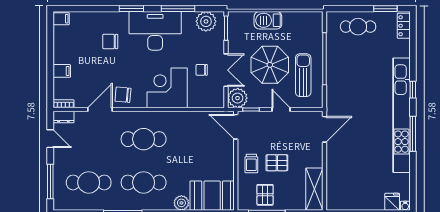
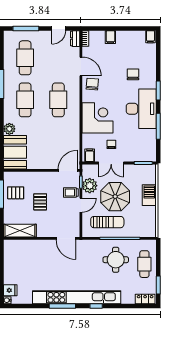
plant: (206, 21) -> (148, 148), removed
round table: (352, 64) -> (116, 260), added
filing cabinet: (216, 98) -> (90, 155), added
plant: (238, 98) -> (90, 186), moved
trolley: (251, 163) -> (71, 192), moved

